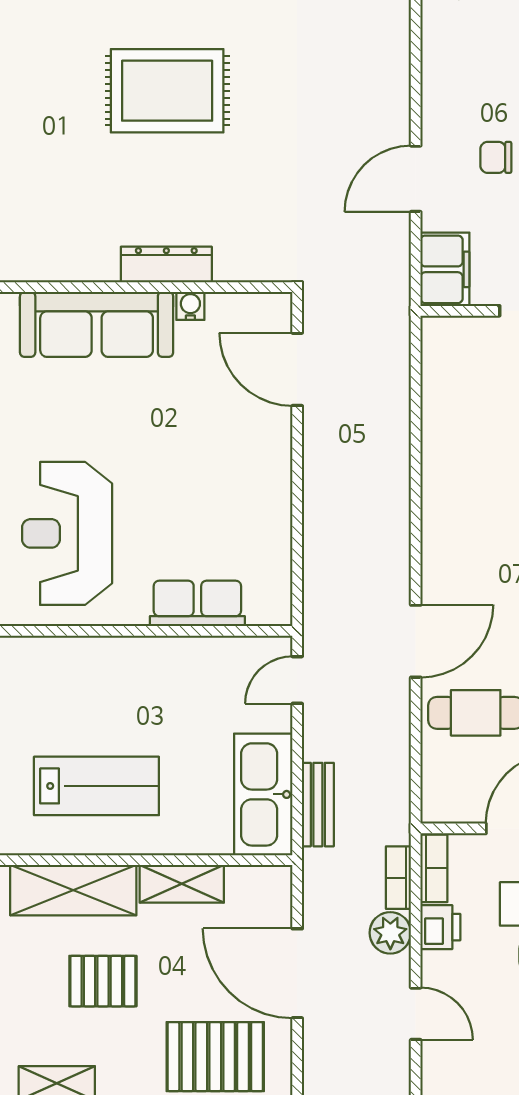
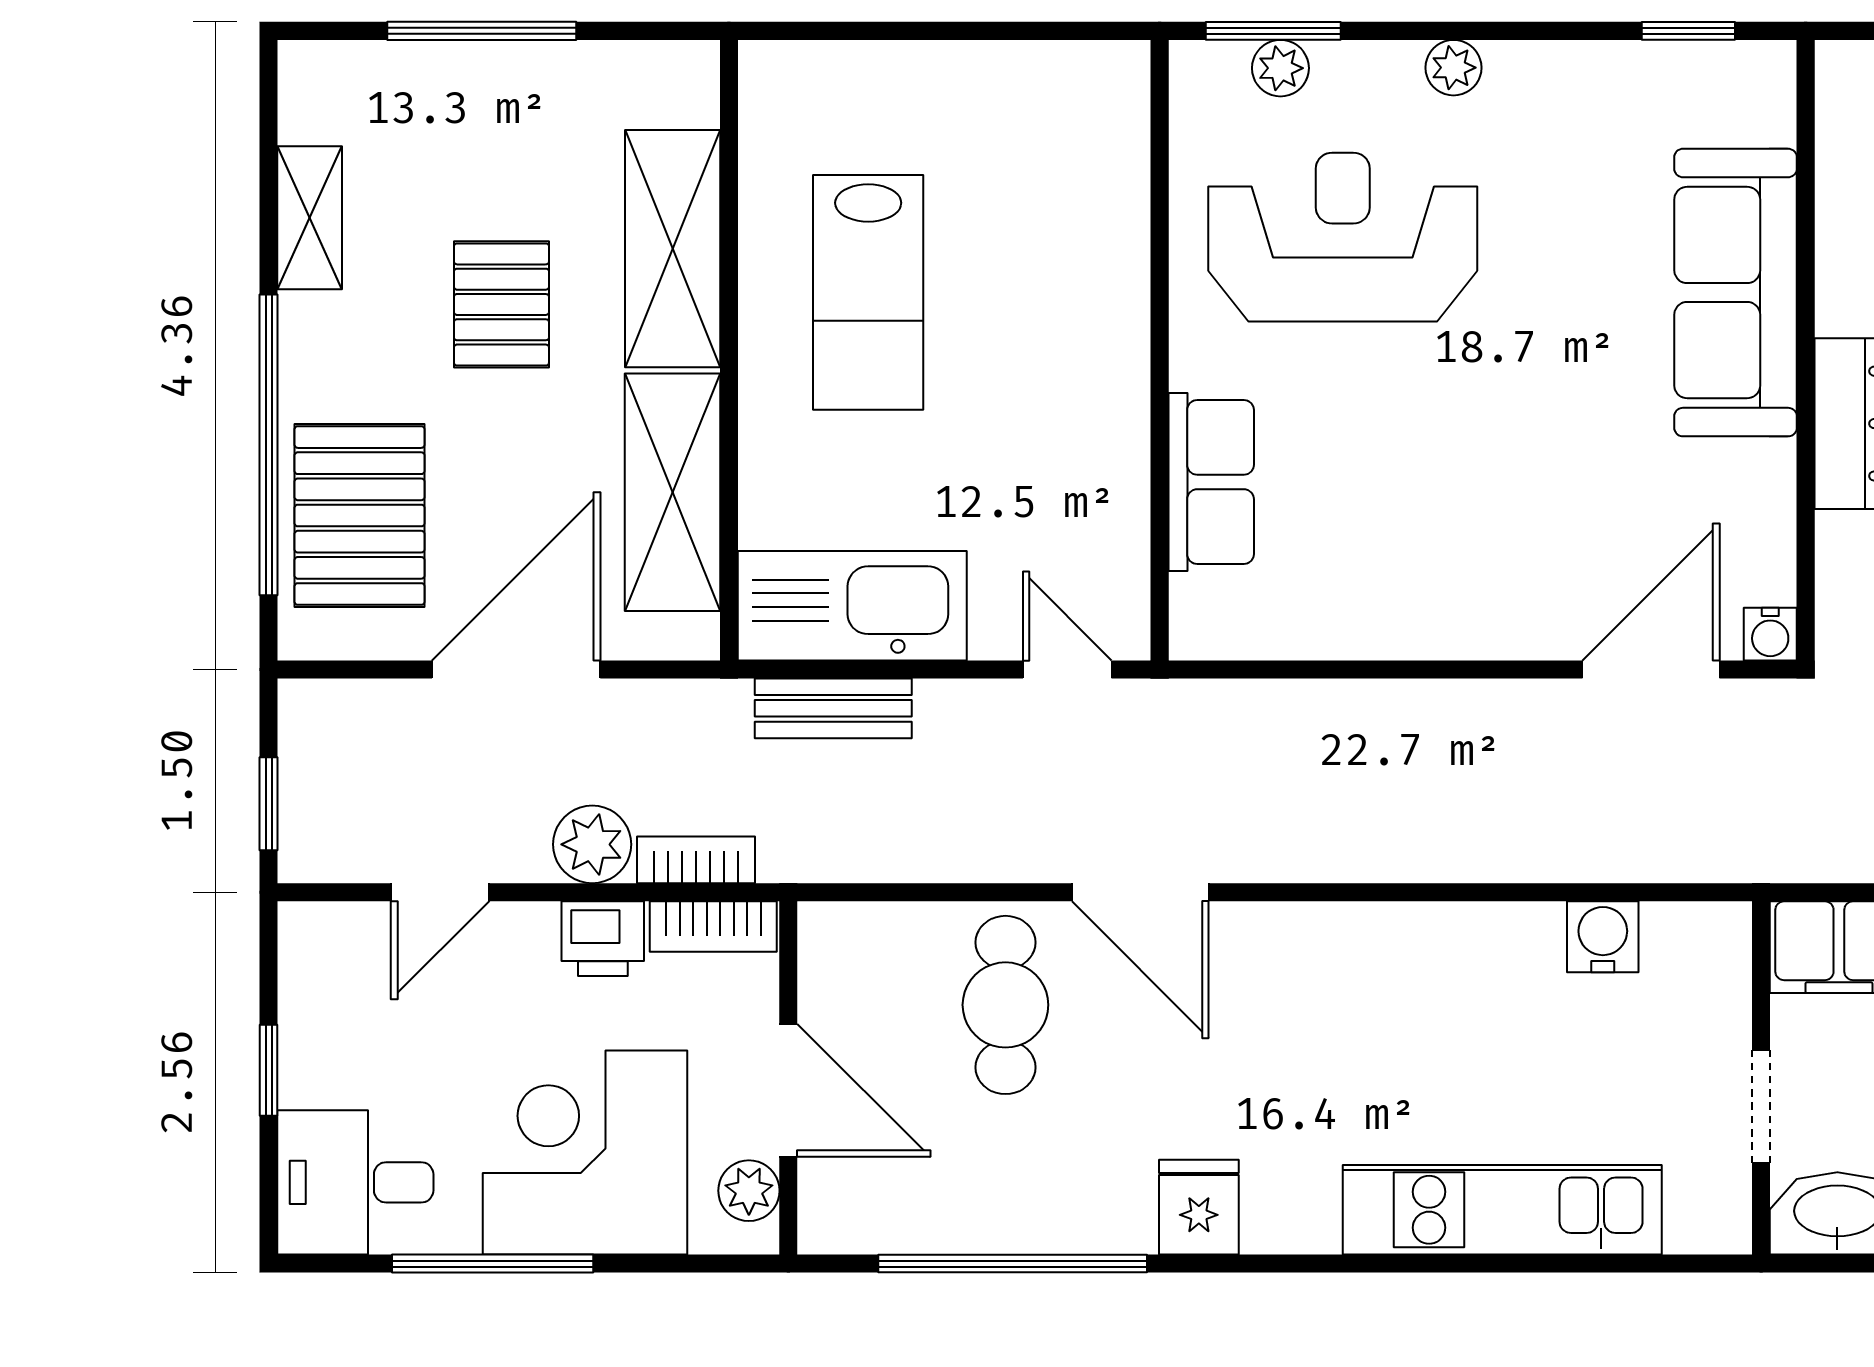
water cooler: (190, 306) -> (1770, 634), moved, turned 90
water cooler: (439, 395) -> (1603, 937), added
shelving: (182, 884) -> (672, 492), width x1.50, depth x1.33

